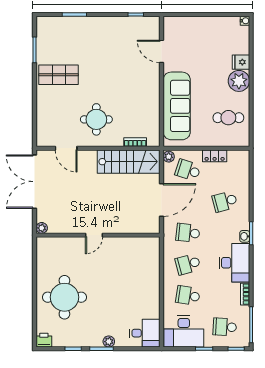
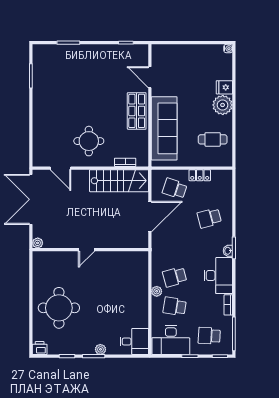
shop shelf: (59, 75) -> (137, 111), moved, turned 90
plant: (169, 157) -> (157, 291), moved
school desk: (188, 233) -> (175, 247), removed

